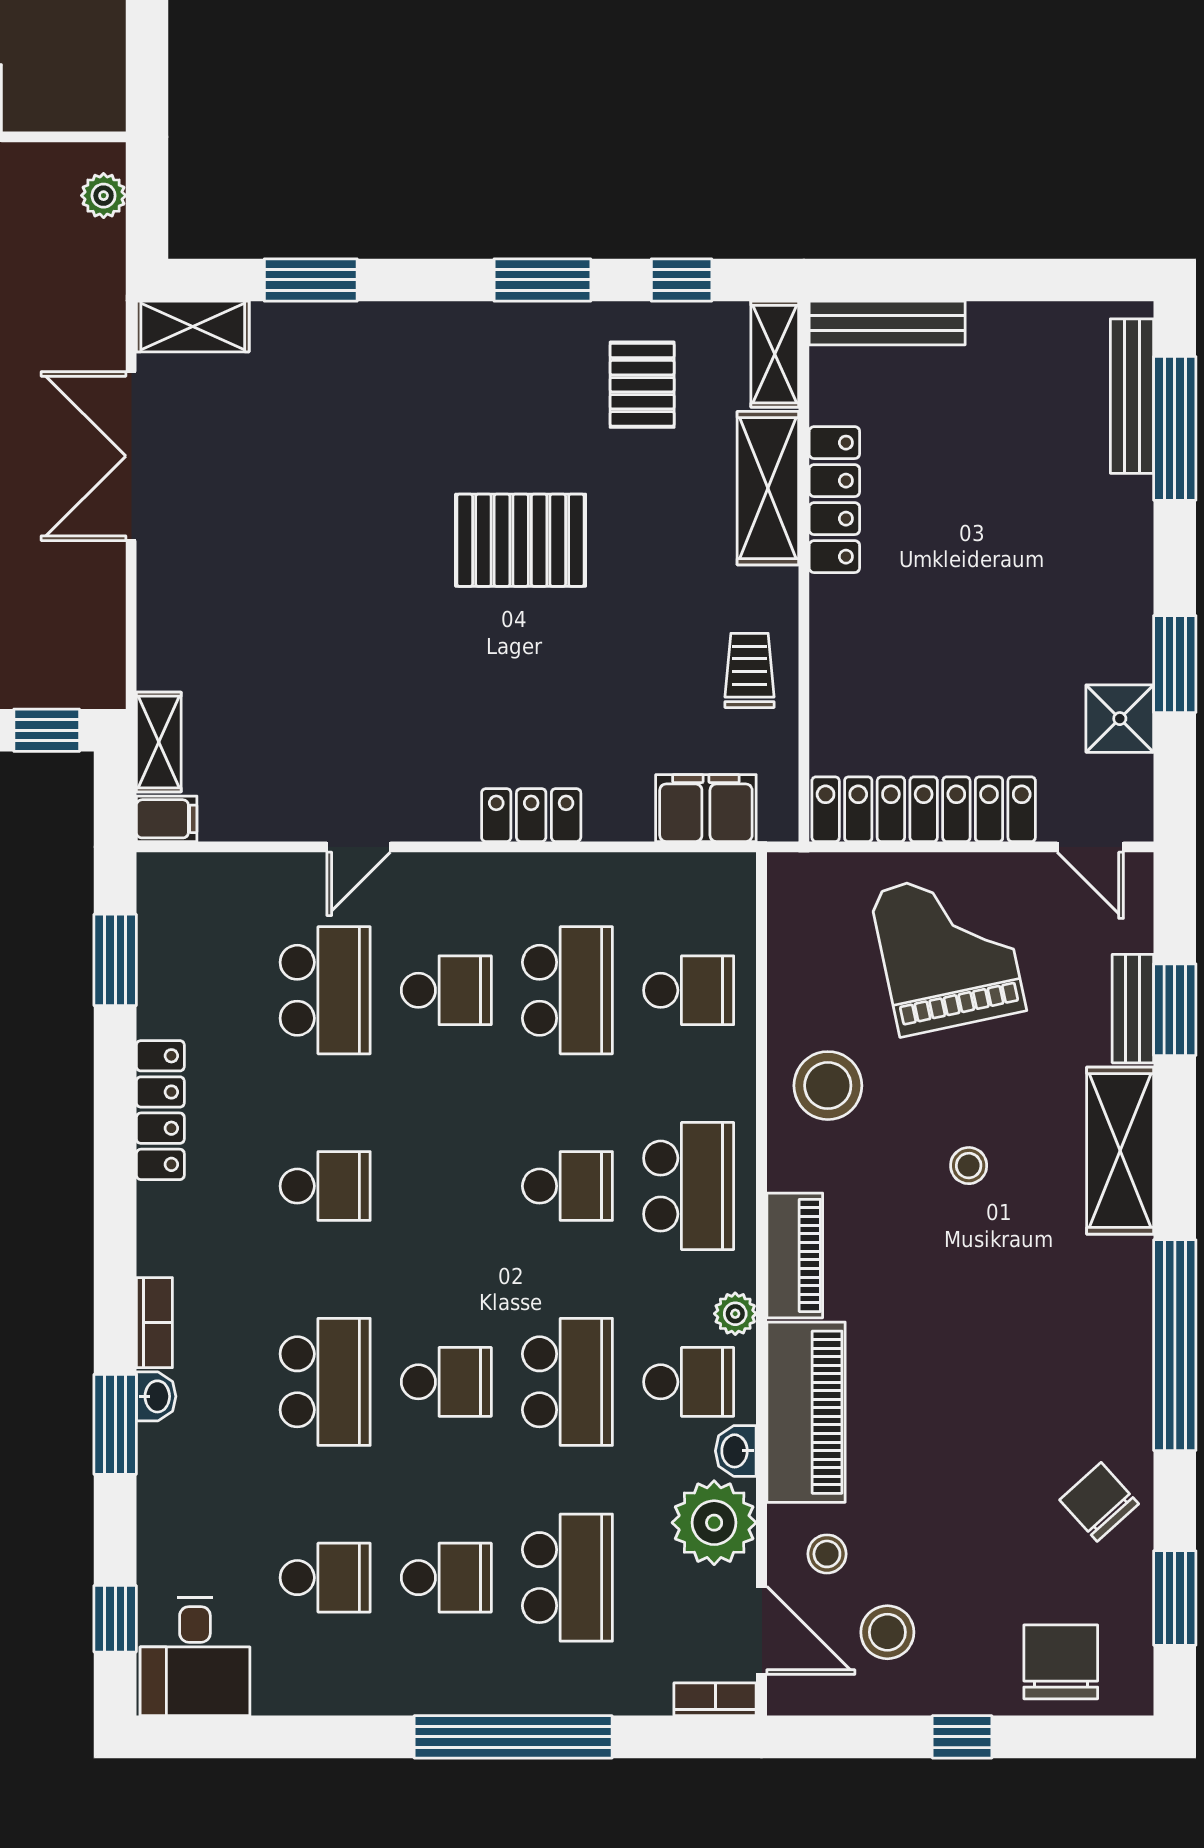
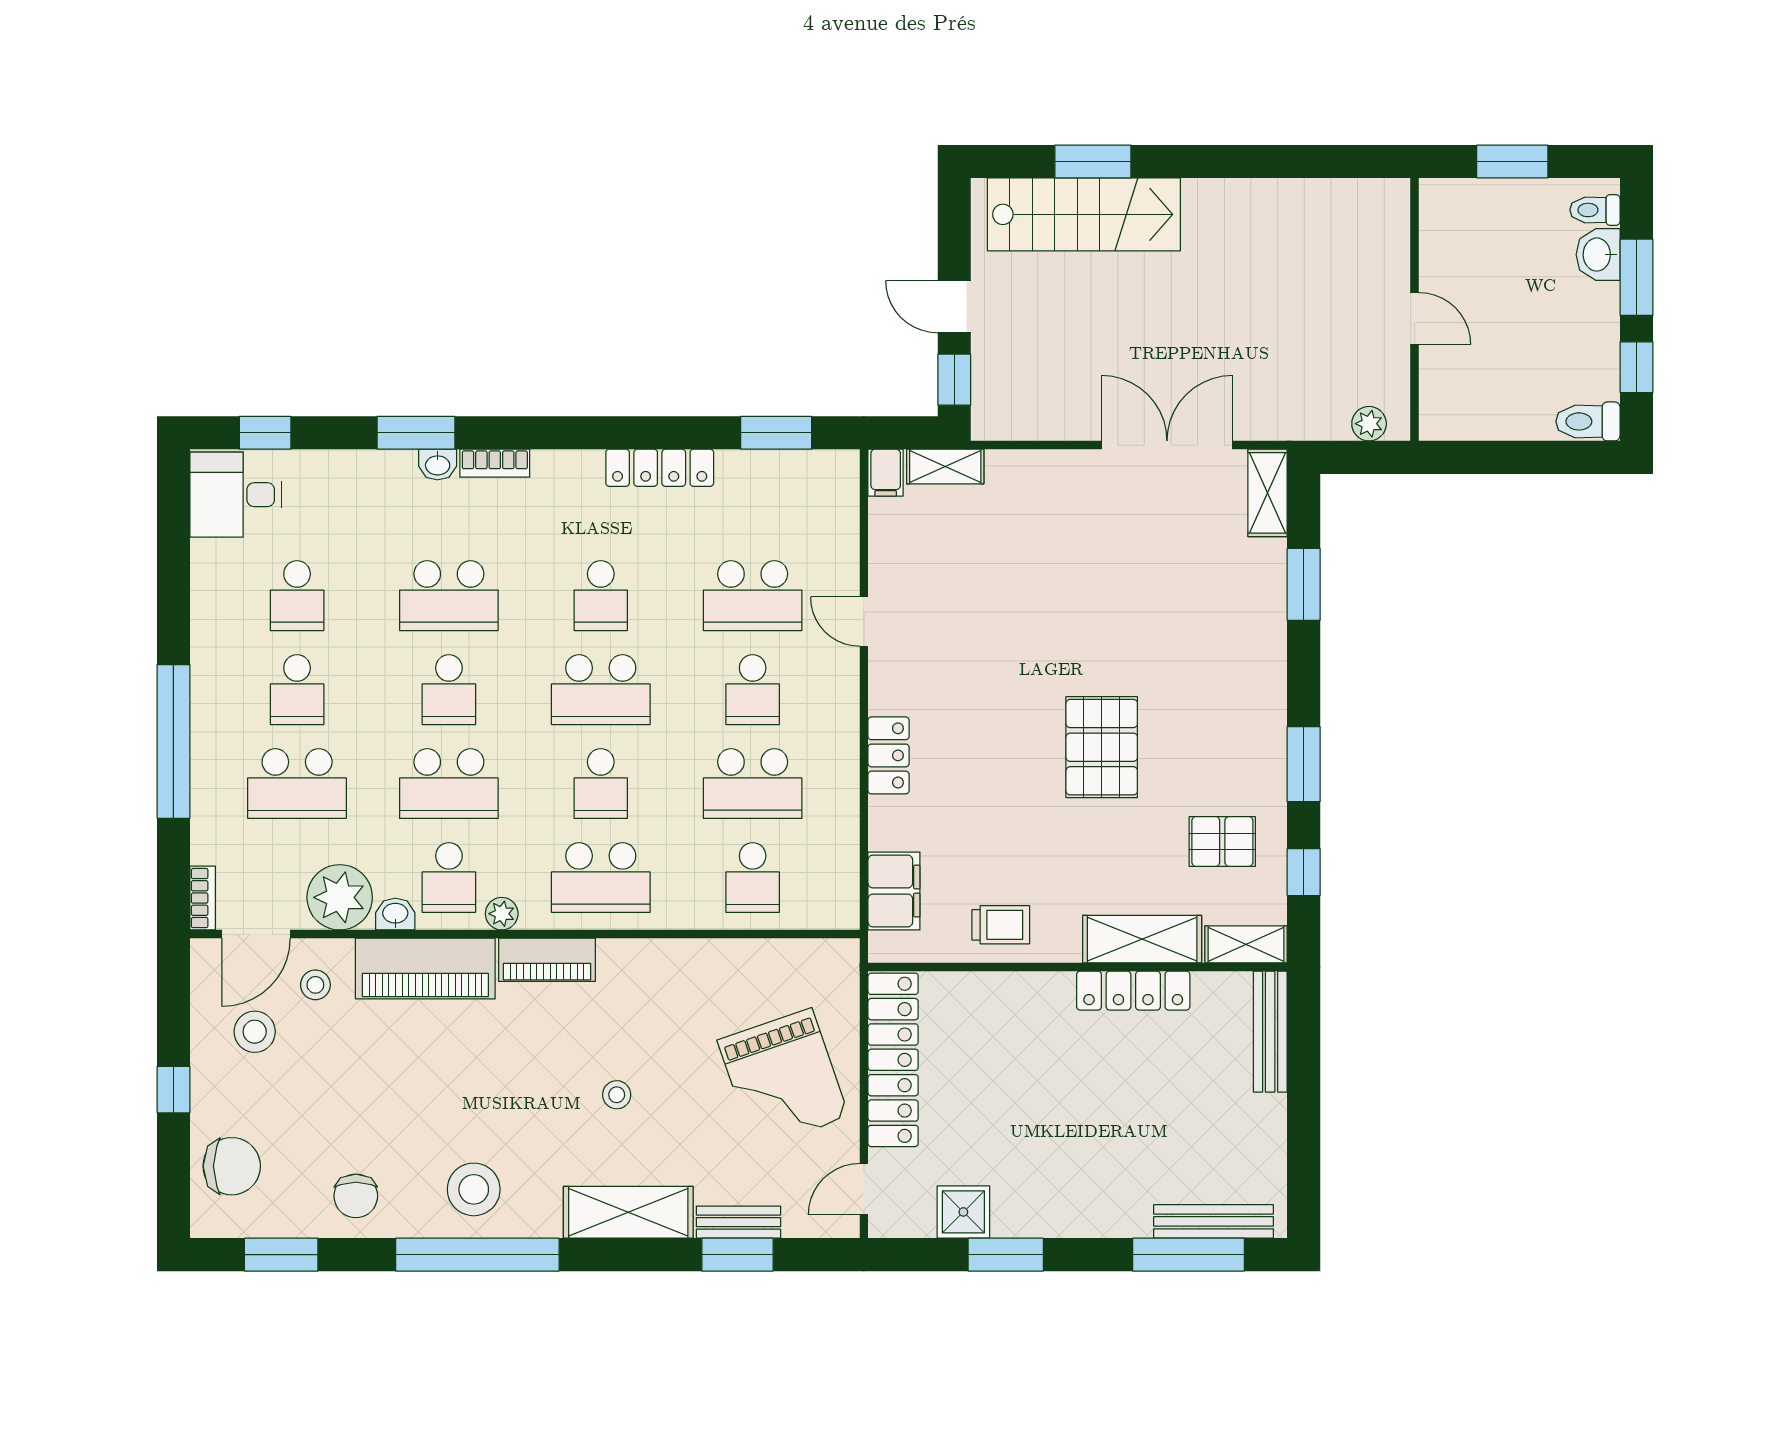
grand piano: (948, 951) -> (783, 1079), turned 83
stool: (828, 1086) -> (474, 1189), moved
school desk: (446, 1186) -> (601, 690), added
chair: (1099, 1502) -> (356, 1196), turned 132

